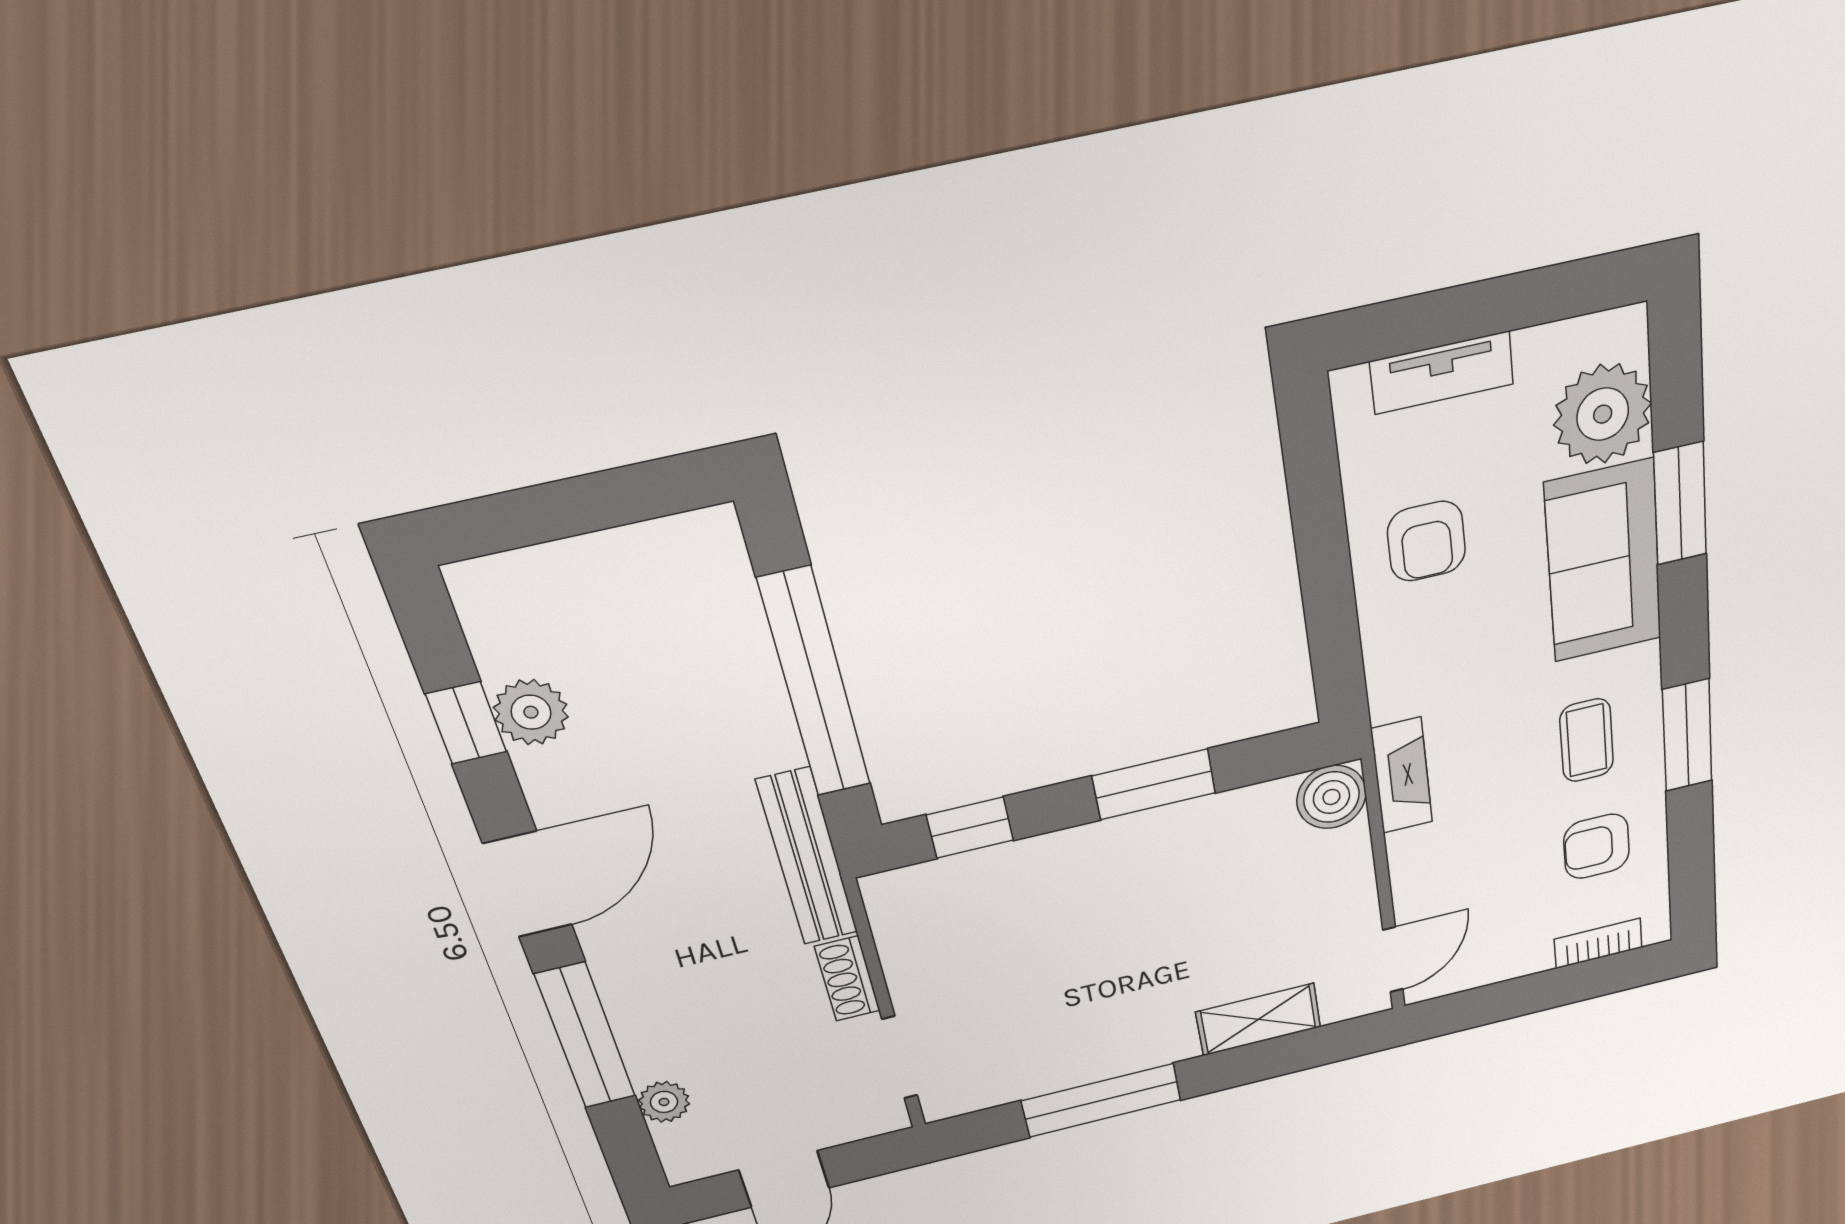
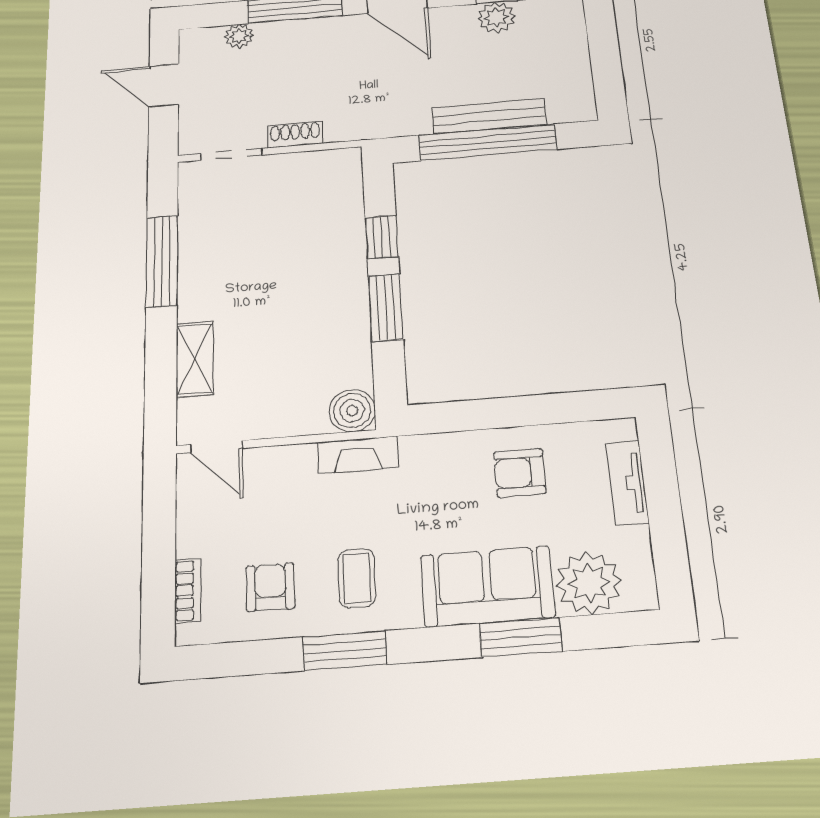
coffee table: (1587, 740) -> (357, 578), turned 90
window: (970, 828) -> (382, 237), moved
bench: (807, 857) -> (489, 116), moved

